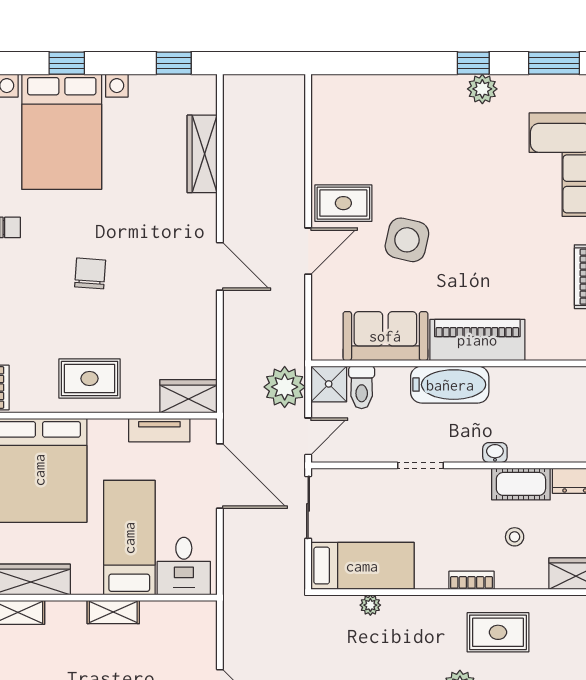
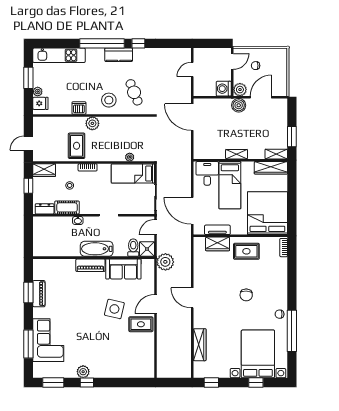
piano: (477, 340) -> (90, 265), width x0.73, depth x0.75
plant: (285, 387) -> (165, 262), moved
wardrobe: (189, 396) -> (218, 244), moved
rug: (498, 632) -> (77, 146), turned 90

